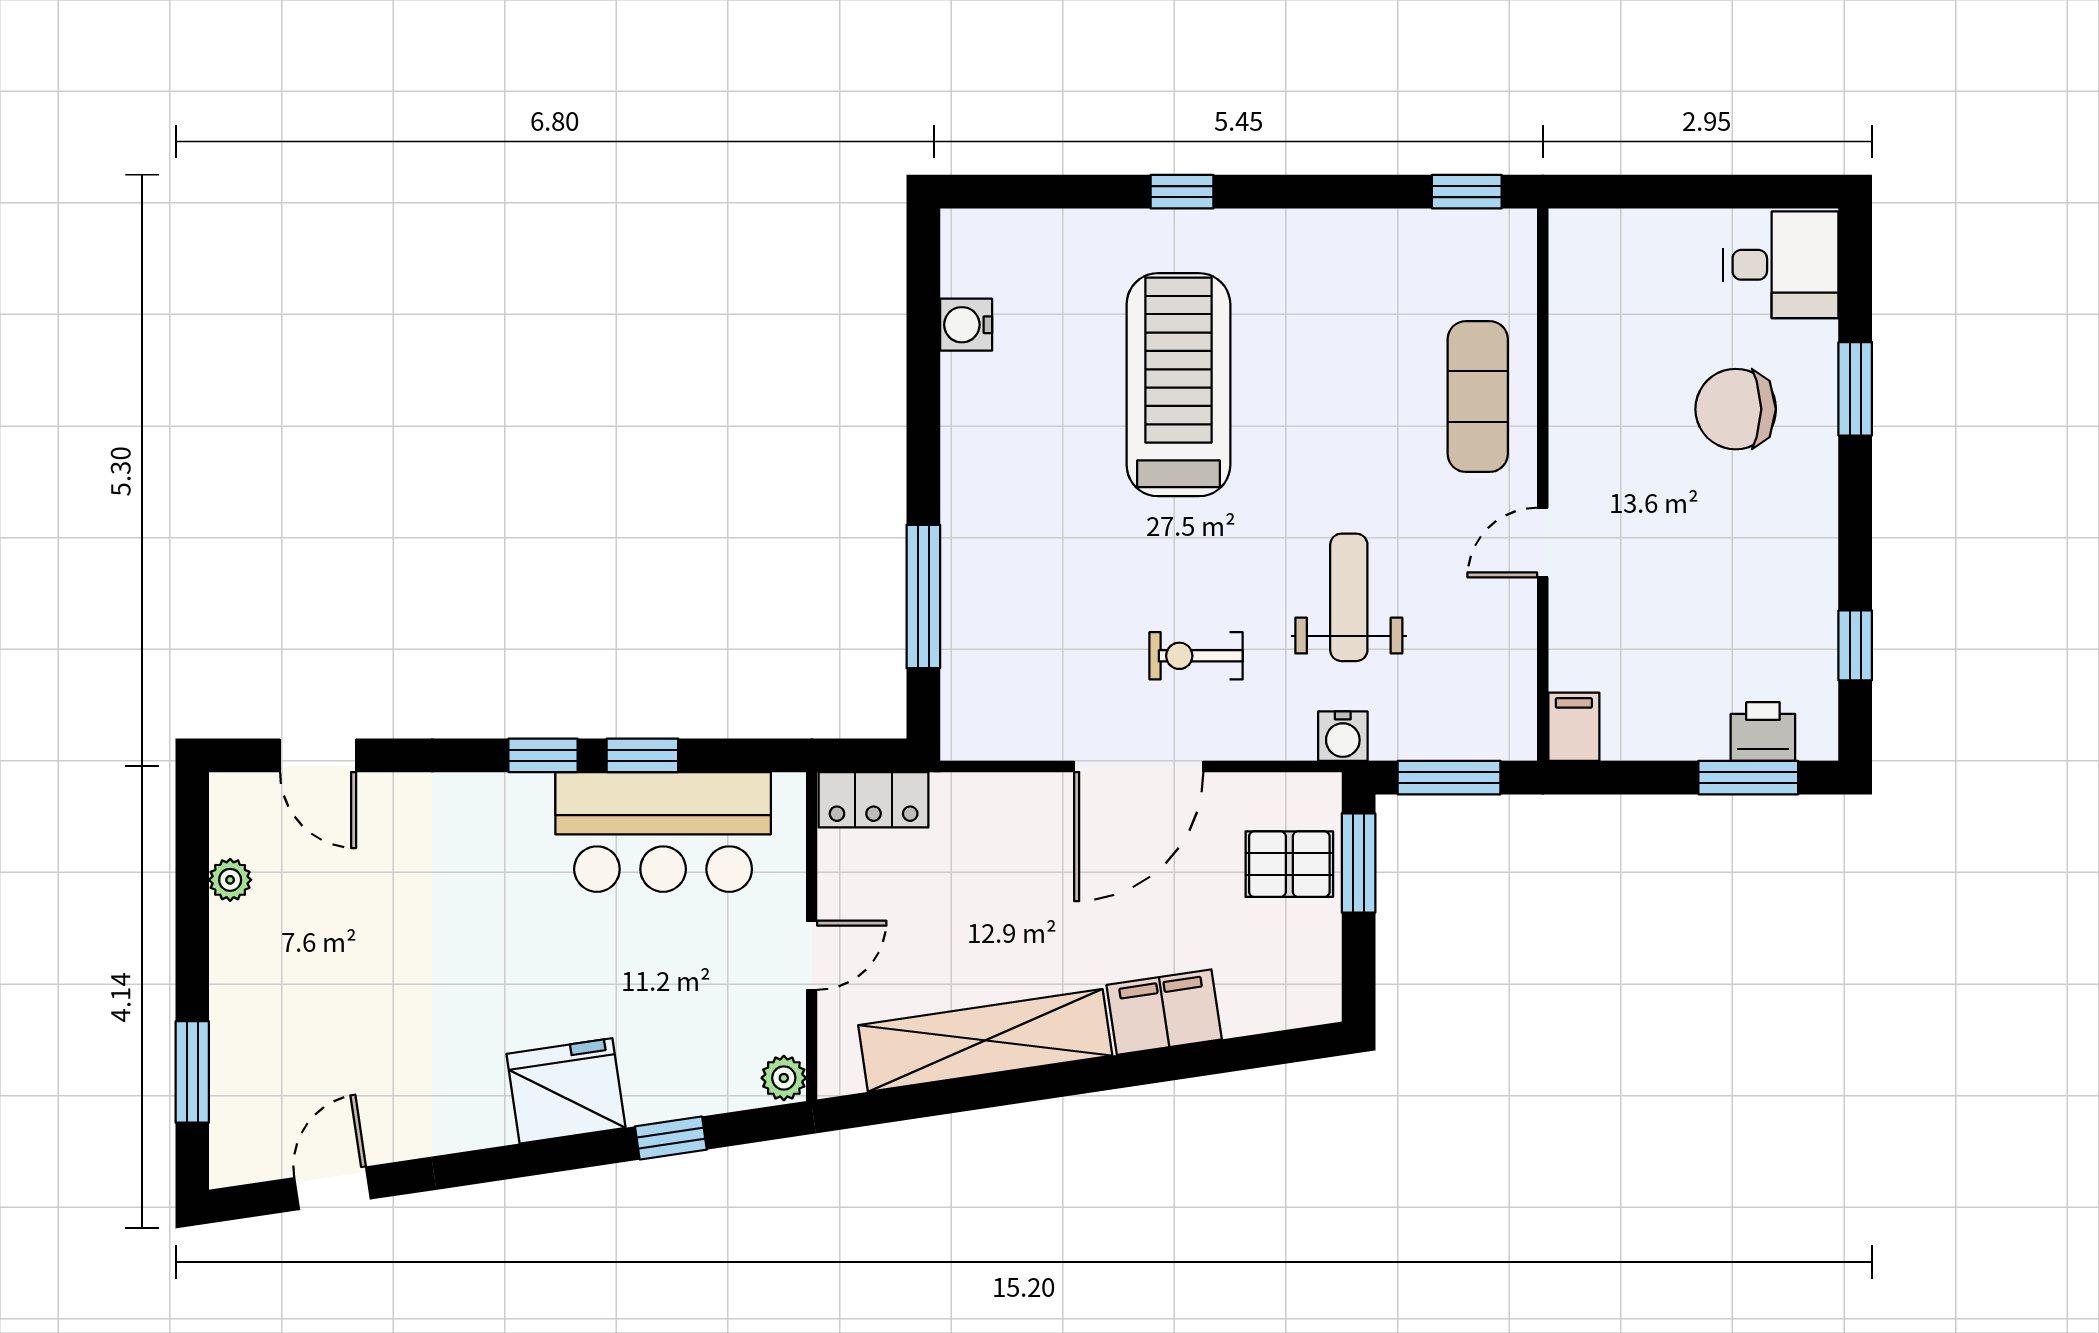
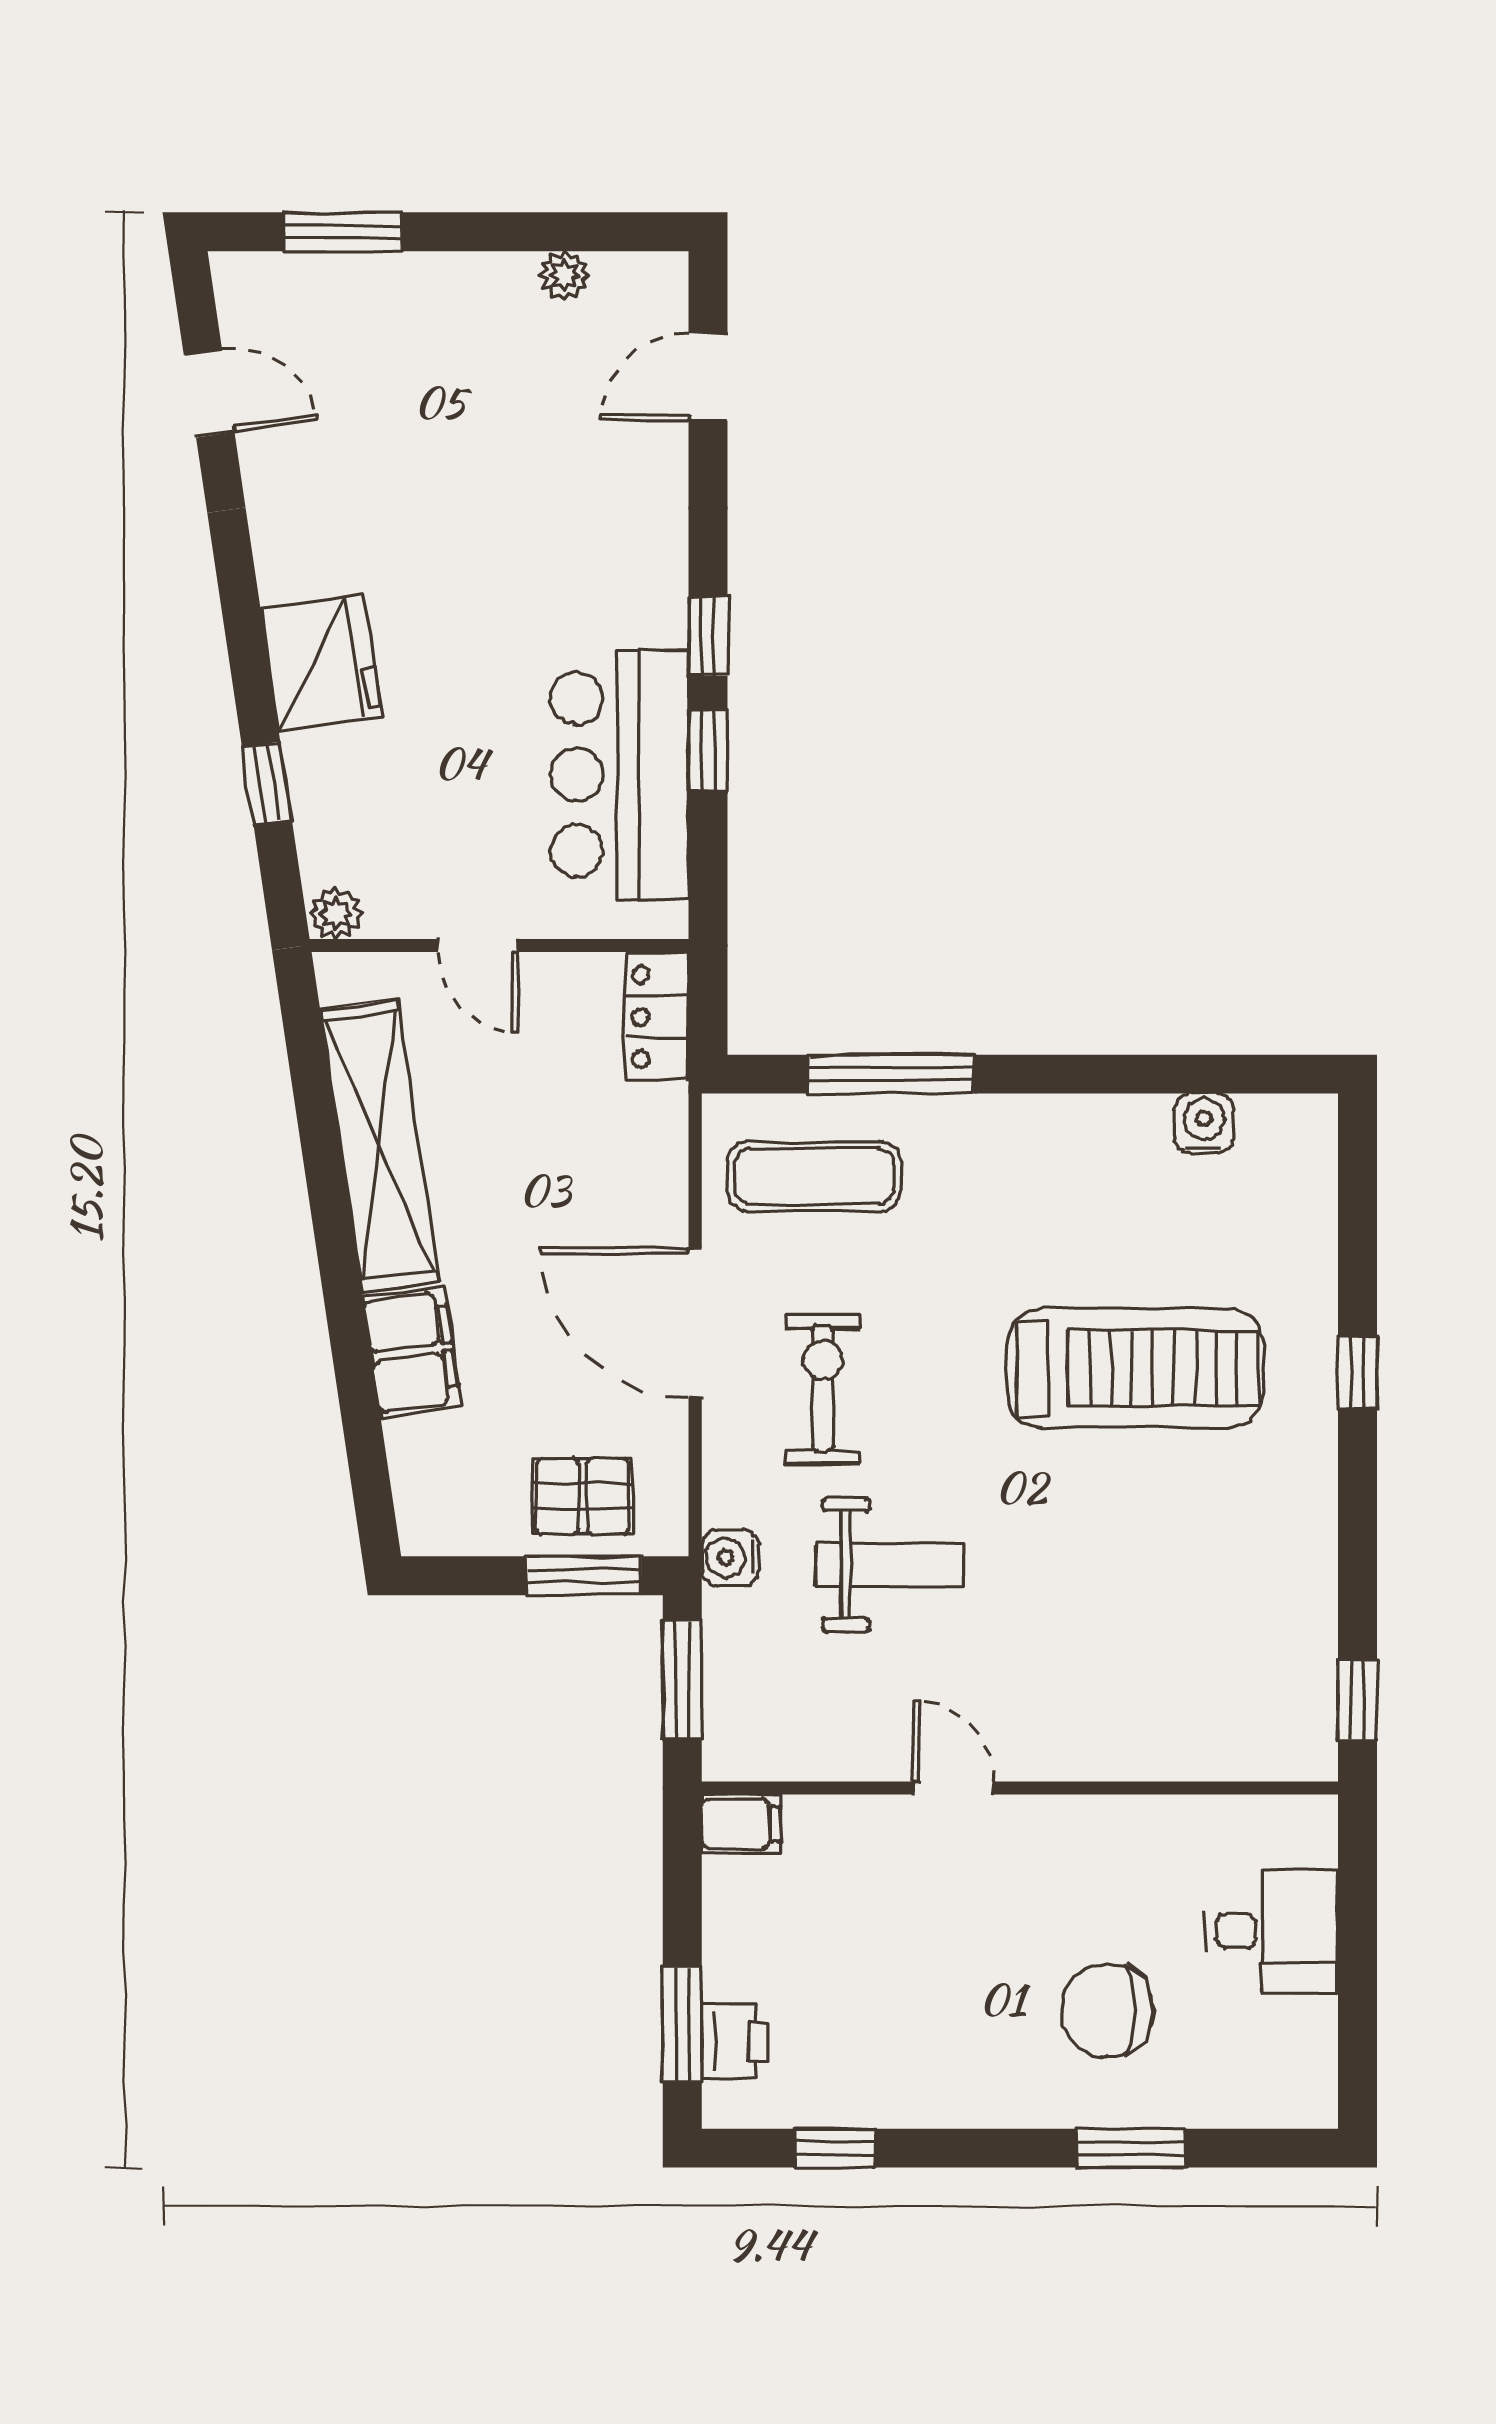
desk: (1781, 265) -> (1272, 1931), moved, turned -90
exercise mat: (1478, 397) -> (814, 1176), moved
chair: (1736, 409) -> (1107, 2010), turned -90
exercise bike: (1196, 656) -> (823, 1389), width x1.38, depth x1.39
pallet: (1289, 864) -> (583, 1496), turned 90

